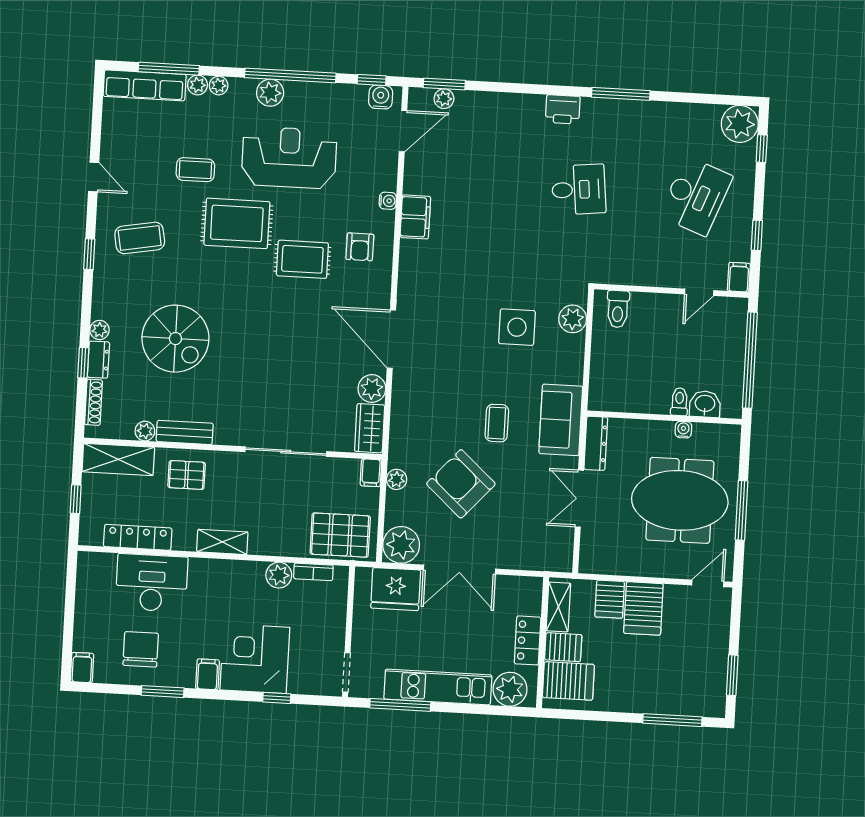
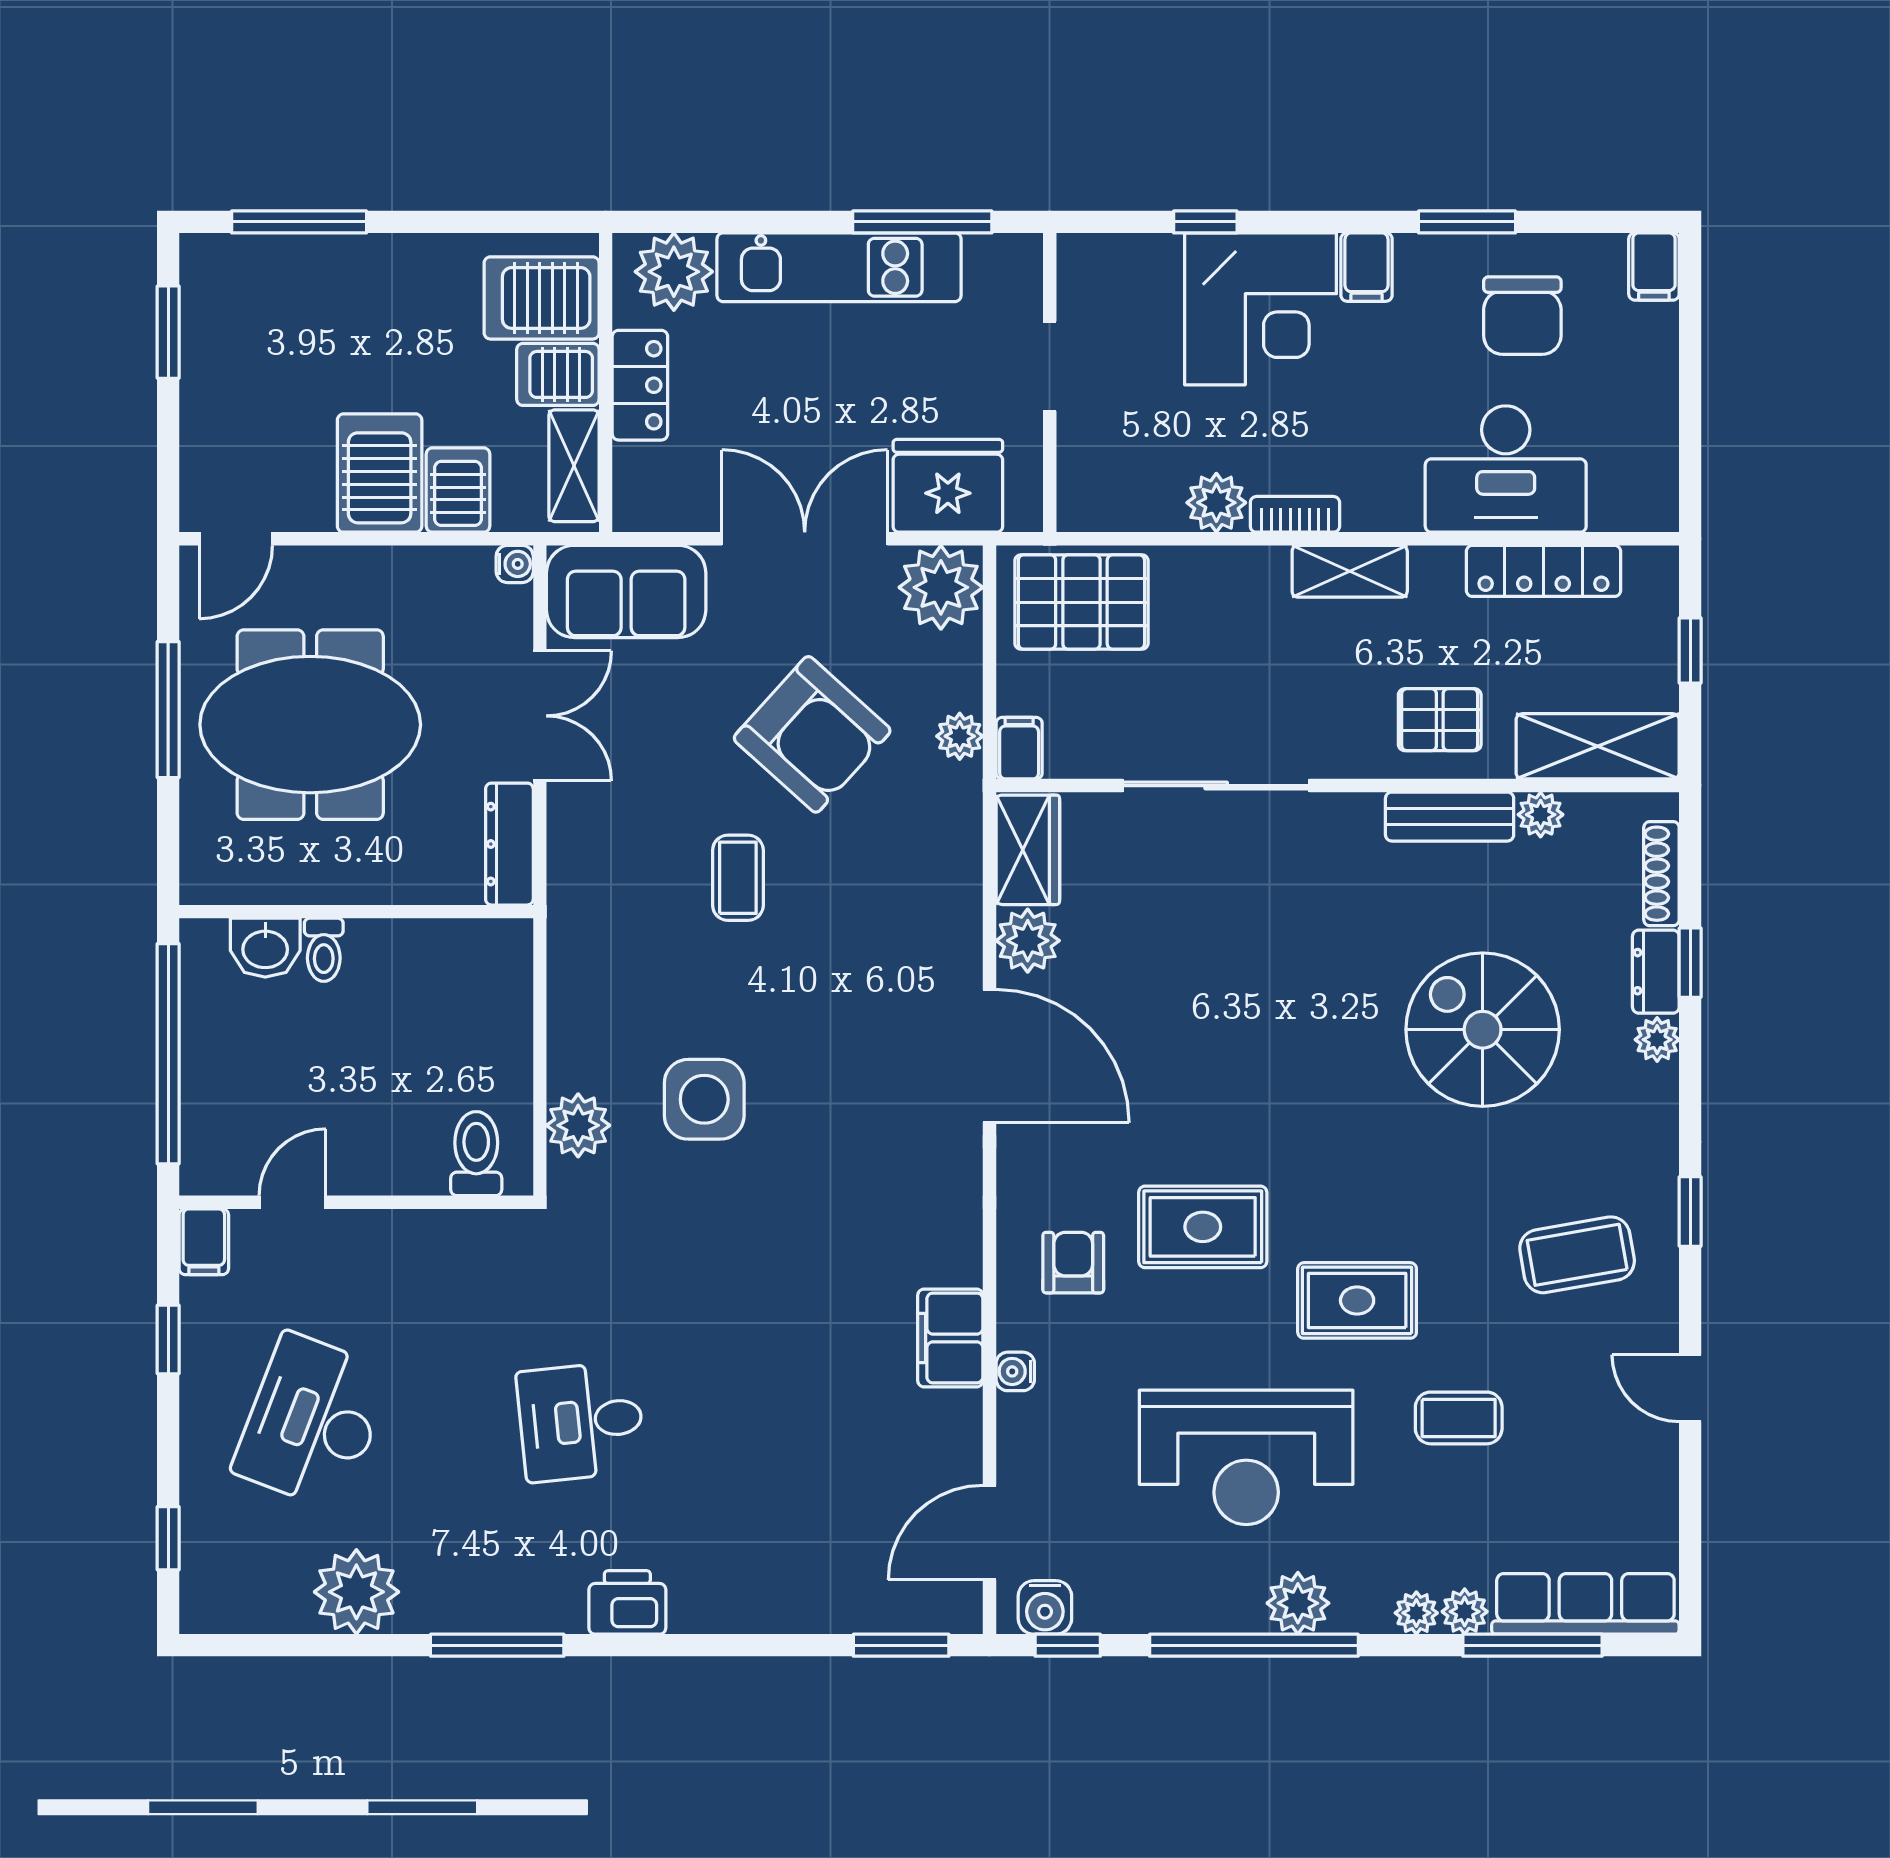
plant: (444, 99) -> (900, 1612), removed
plant: (740, 124) -> (356, 1592), moved
rug: (237, 223) -> (1357, 1300), width x0.73, depth x0.70
sofa: (561, 420) -> (626, 591), moved, turned 90
water cooler: (683, 430) -> (515, 564), moved, turned -90
bookcase: (313, 572) -> (1295, 514), moved
doorway: (346, 672) -> (1050, 366), moved

